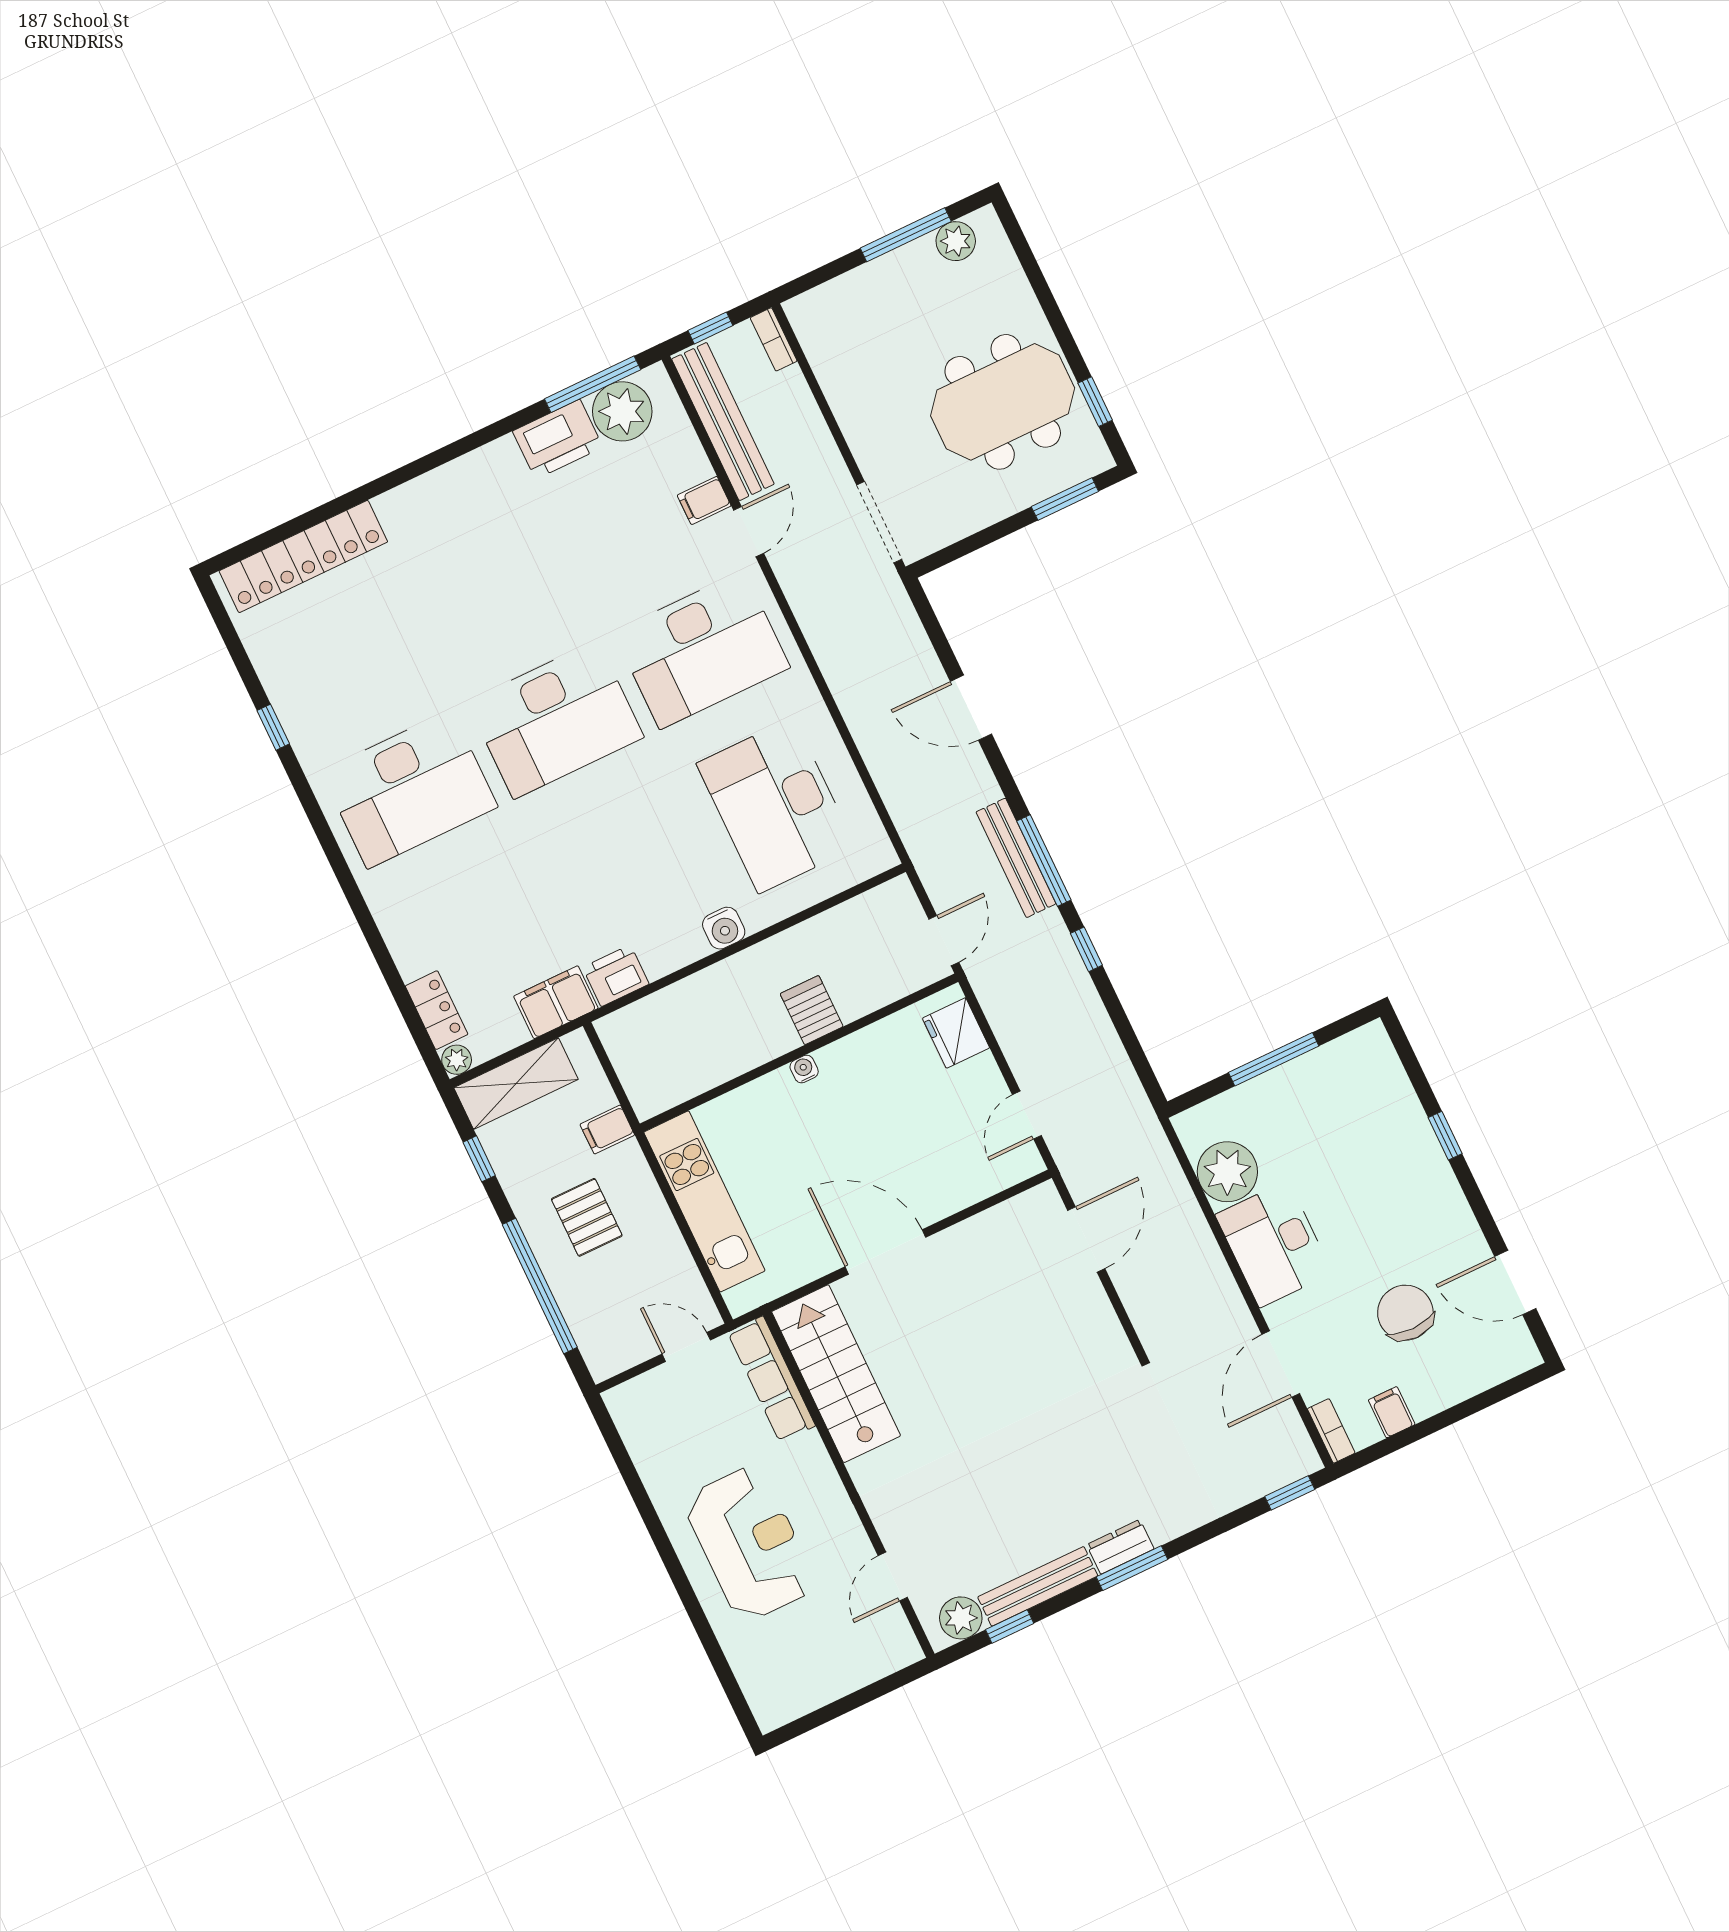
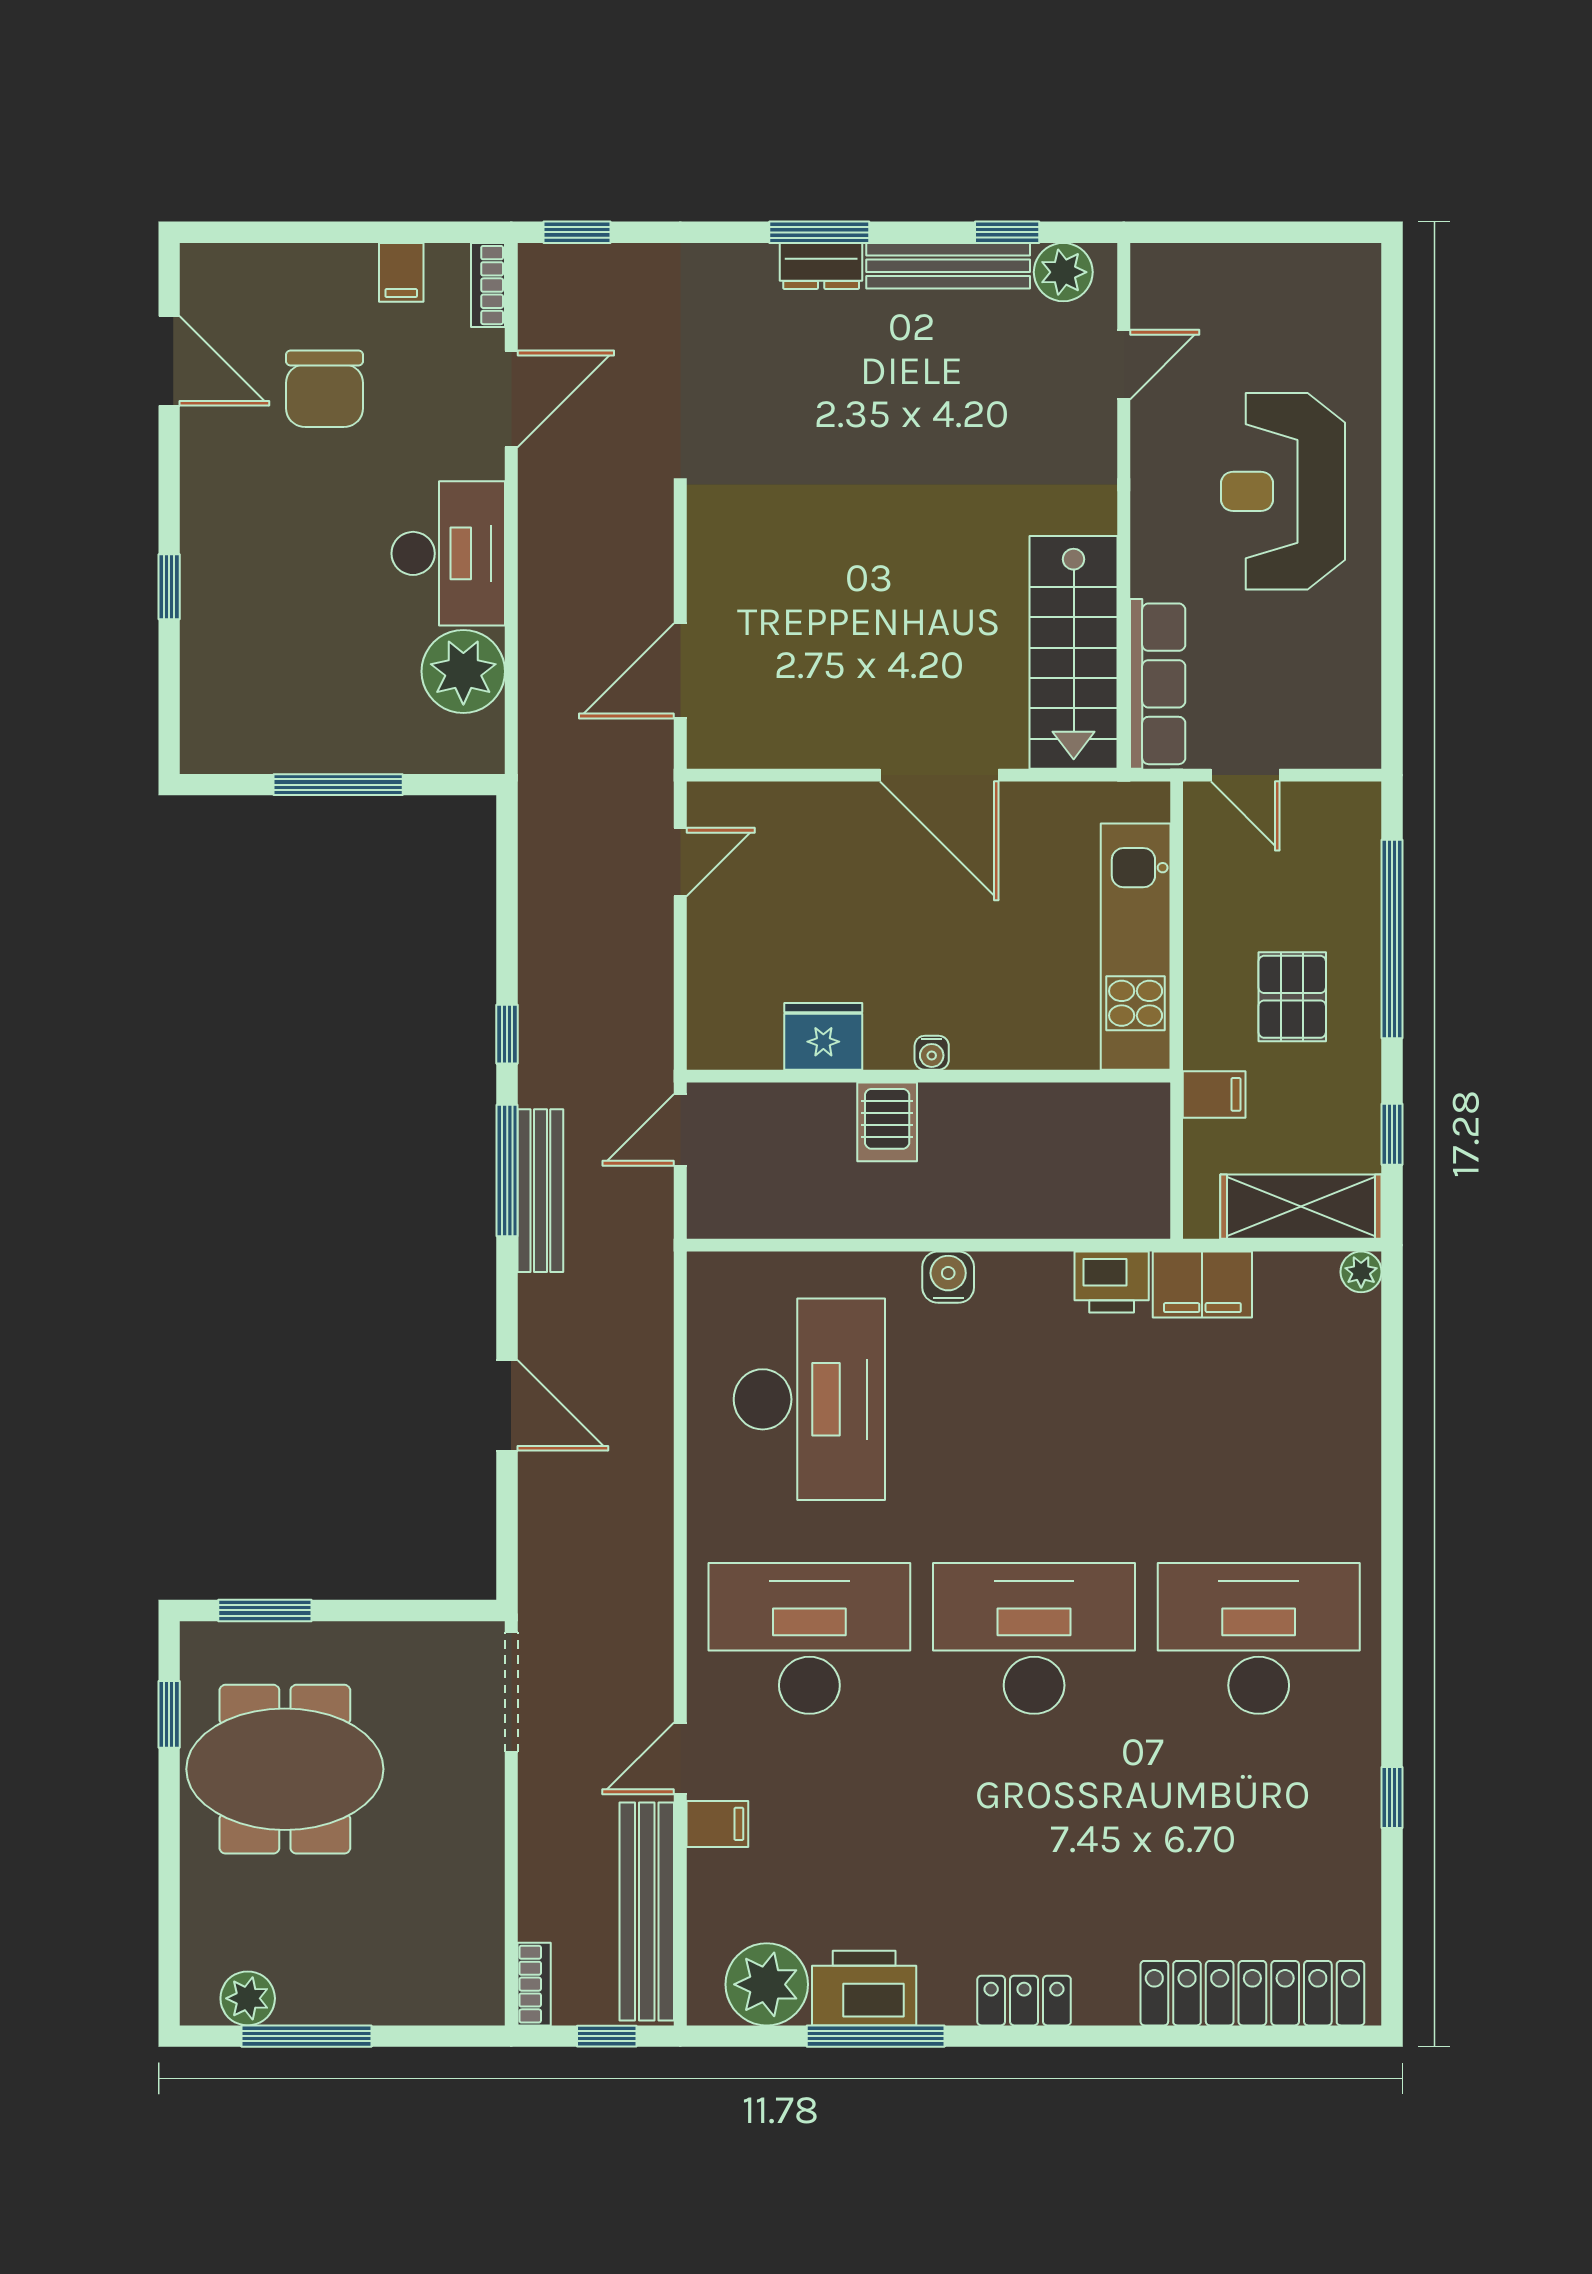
window: (593, 384) -> (876, 2036), moved
locker: (437, 1010) -> (1024, 2001), moved, turned 90
fridge: (956, 1033) -> (823, 1036), moved, turned -90

